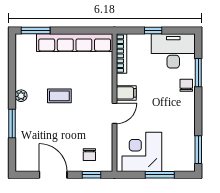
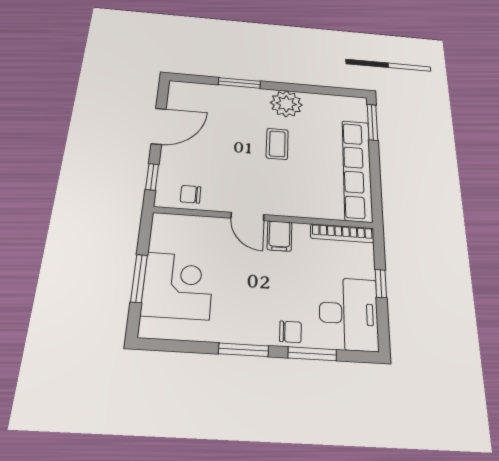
plant: (21, 96) -> (286, 104), width x1.88, depth x1.88
window: (198, 150) -> (243, 350), moved
corner desk: (142, 152) -> (178, 286), moved
chair: (89, 155) -> (191, 194), moved

